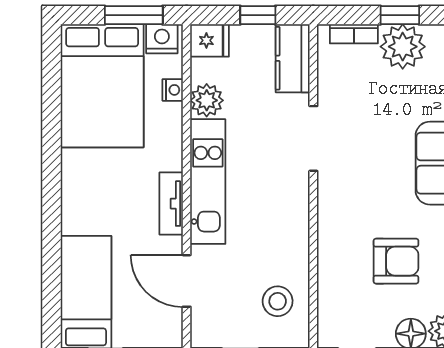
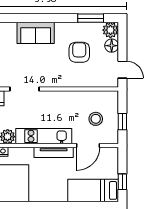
tv unit: (171, 204) -> (54, 152), width x1.41
stool: (278, 301) -> (96, 119), moved

